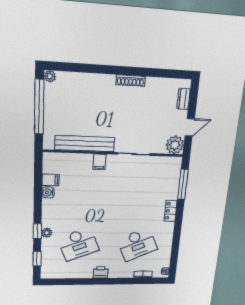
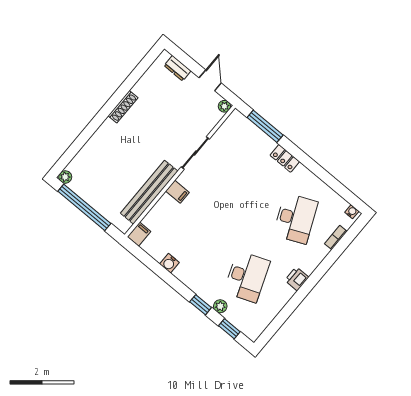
plant: (175, 145) -> (224, 106), width x0.53, depth x0.53
filing cabinet: (51, 180) -> (139, 234), moved
plant: (47, 233) -> (220, 306), moved

